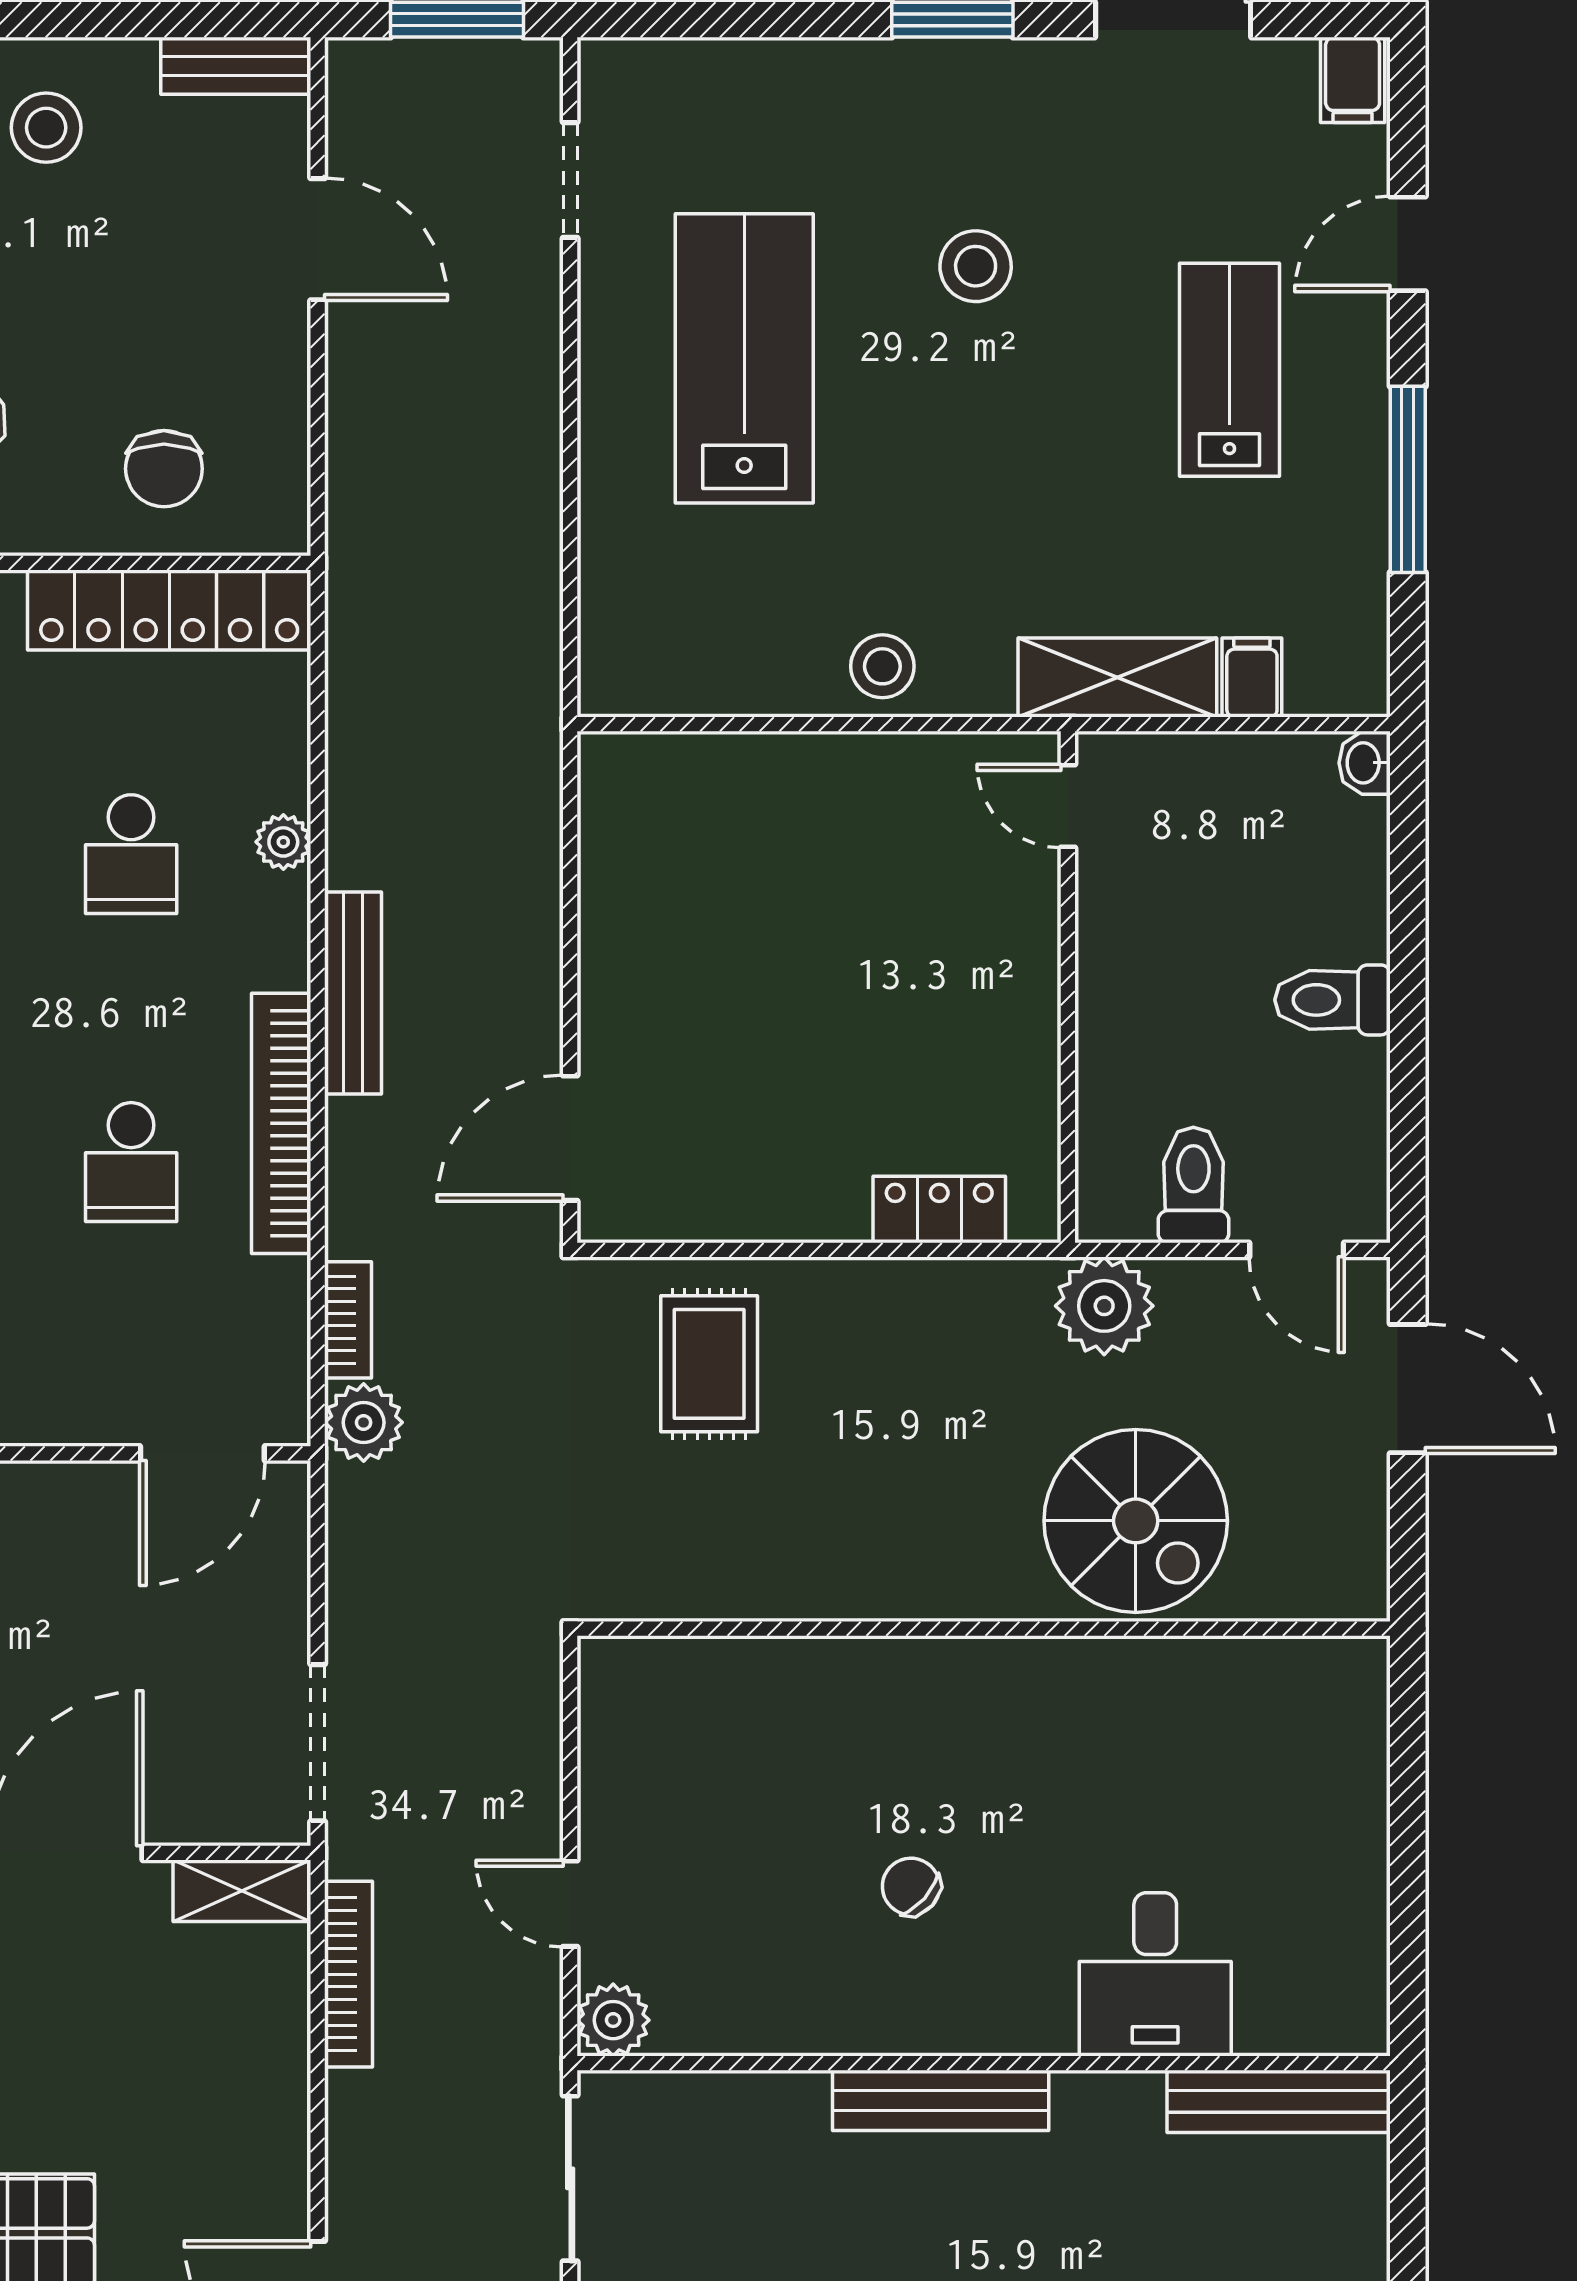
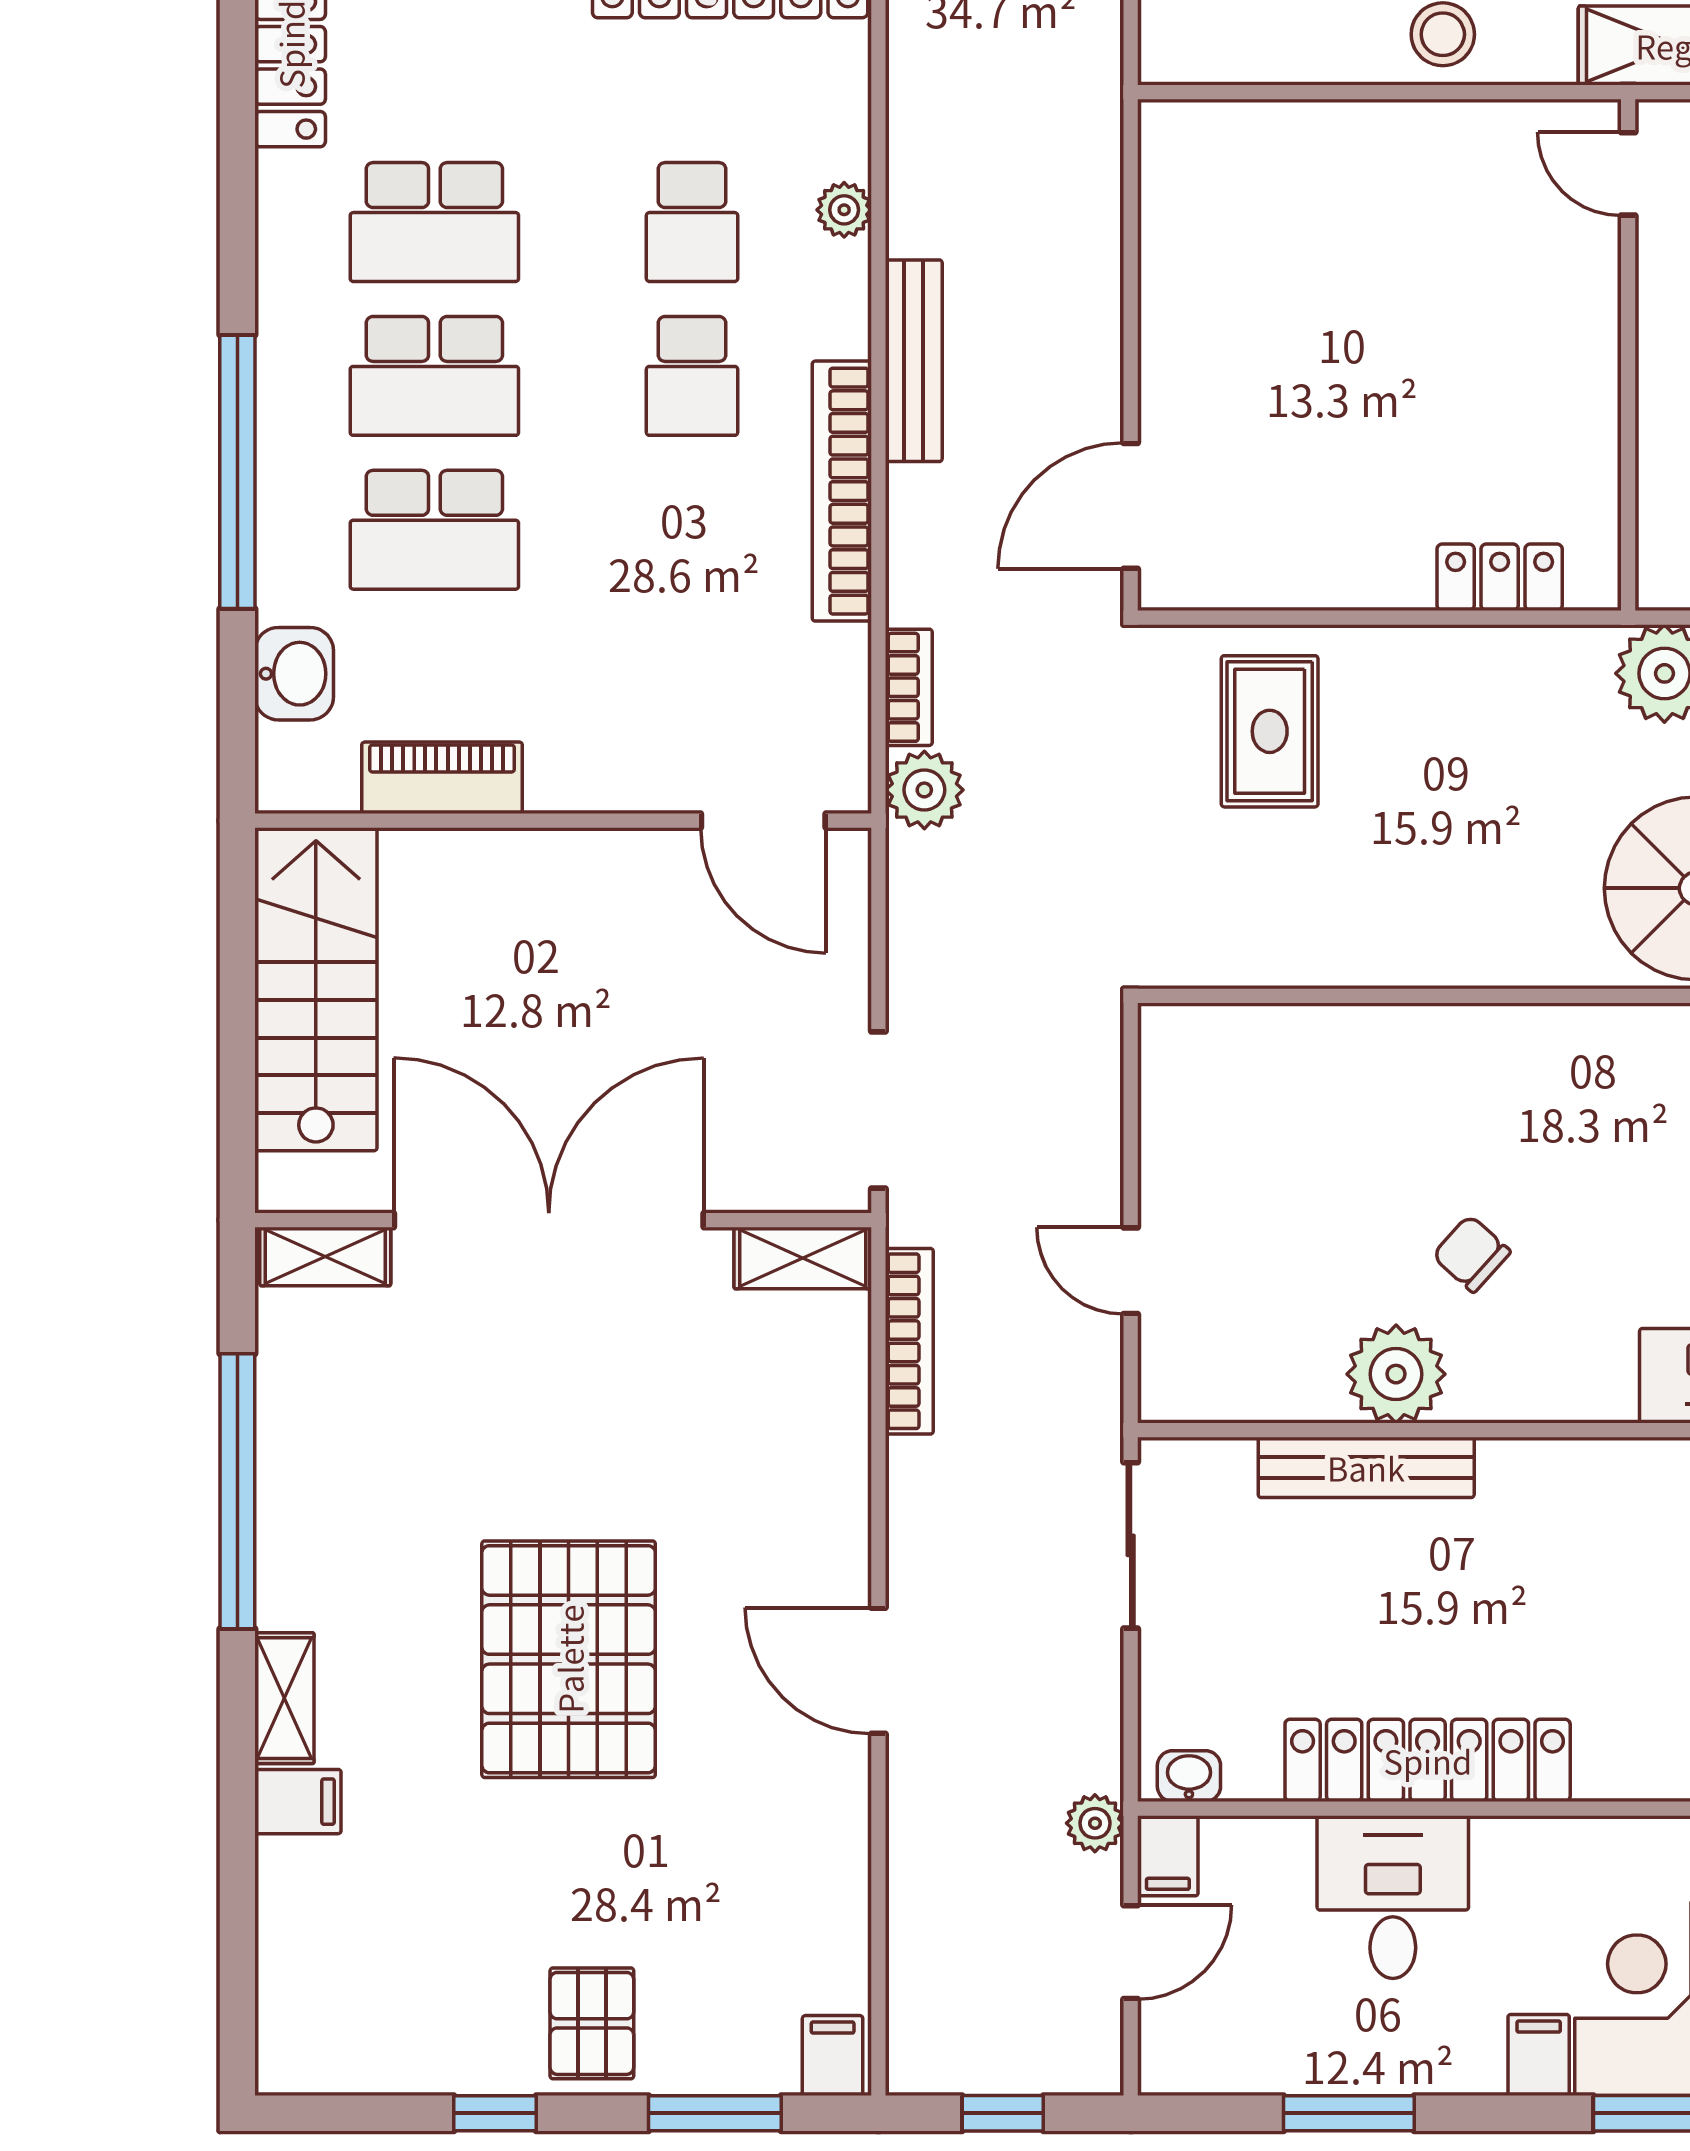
school desk: (131, 1162) -> (692, 376), moved
door: (202, 1453) -> (763, 821), hinge flipped
plant: (613, 2020) -> (1396, 1374), moved, width x1.36, depth x1.36
bench: (941, 2100) -> (1366, 1467), moved

